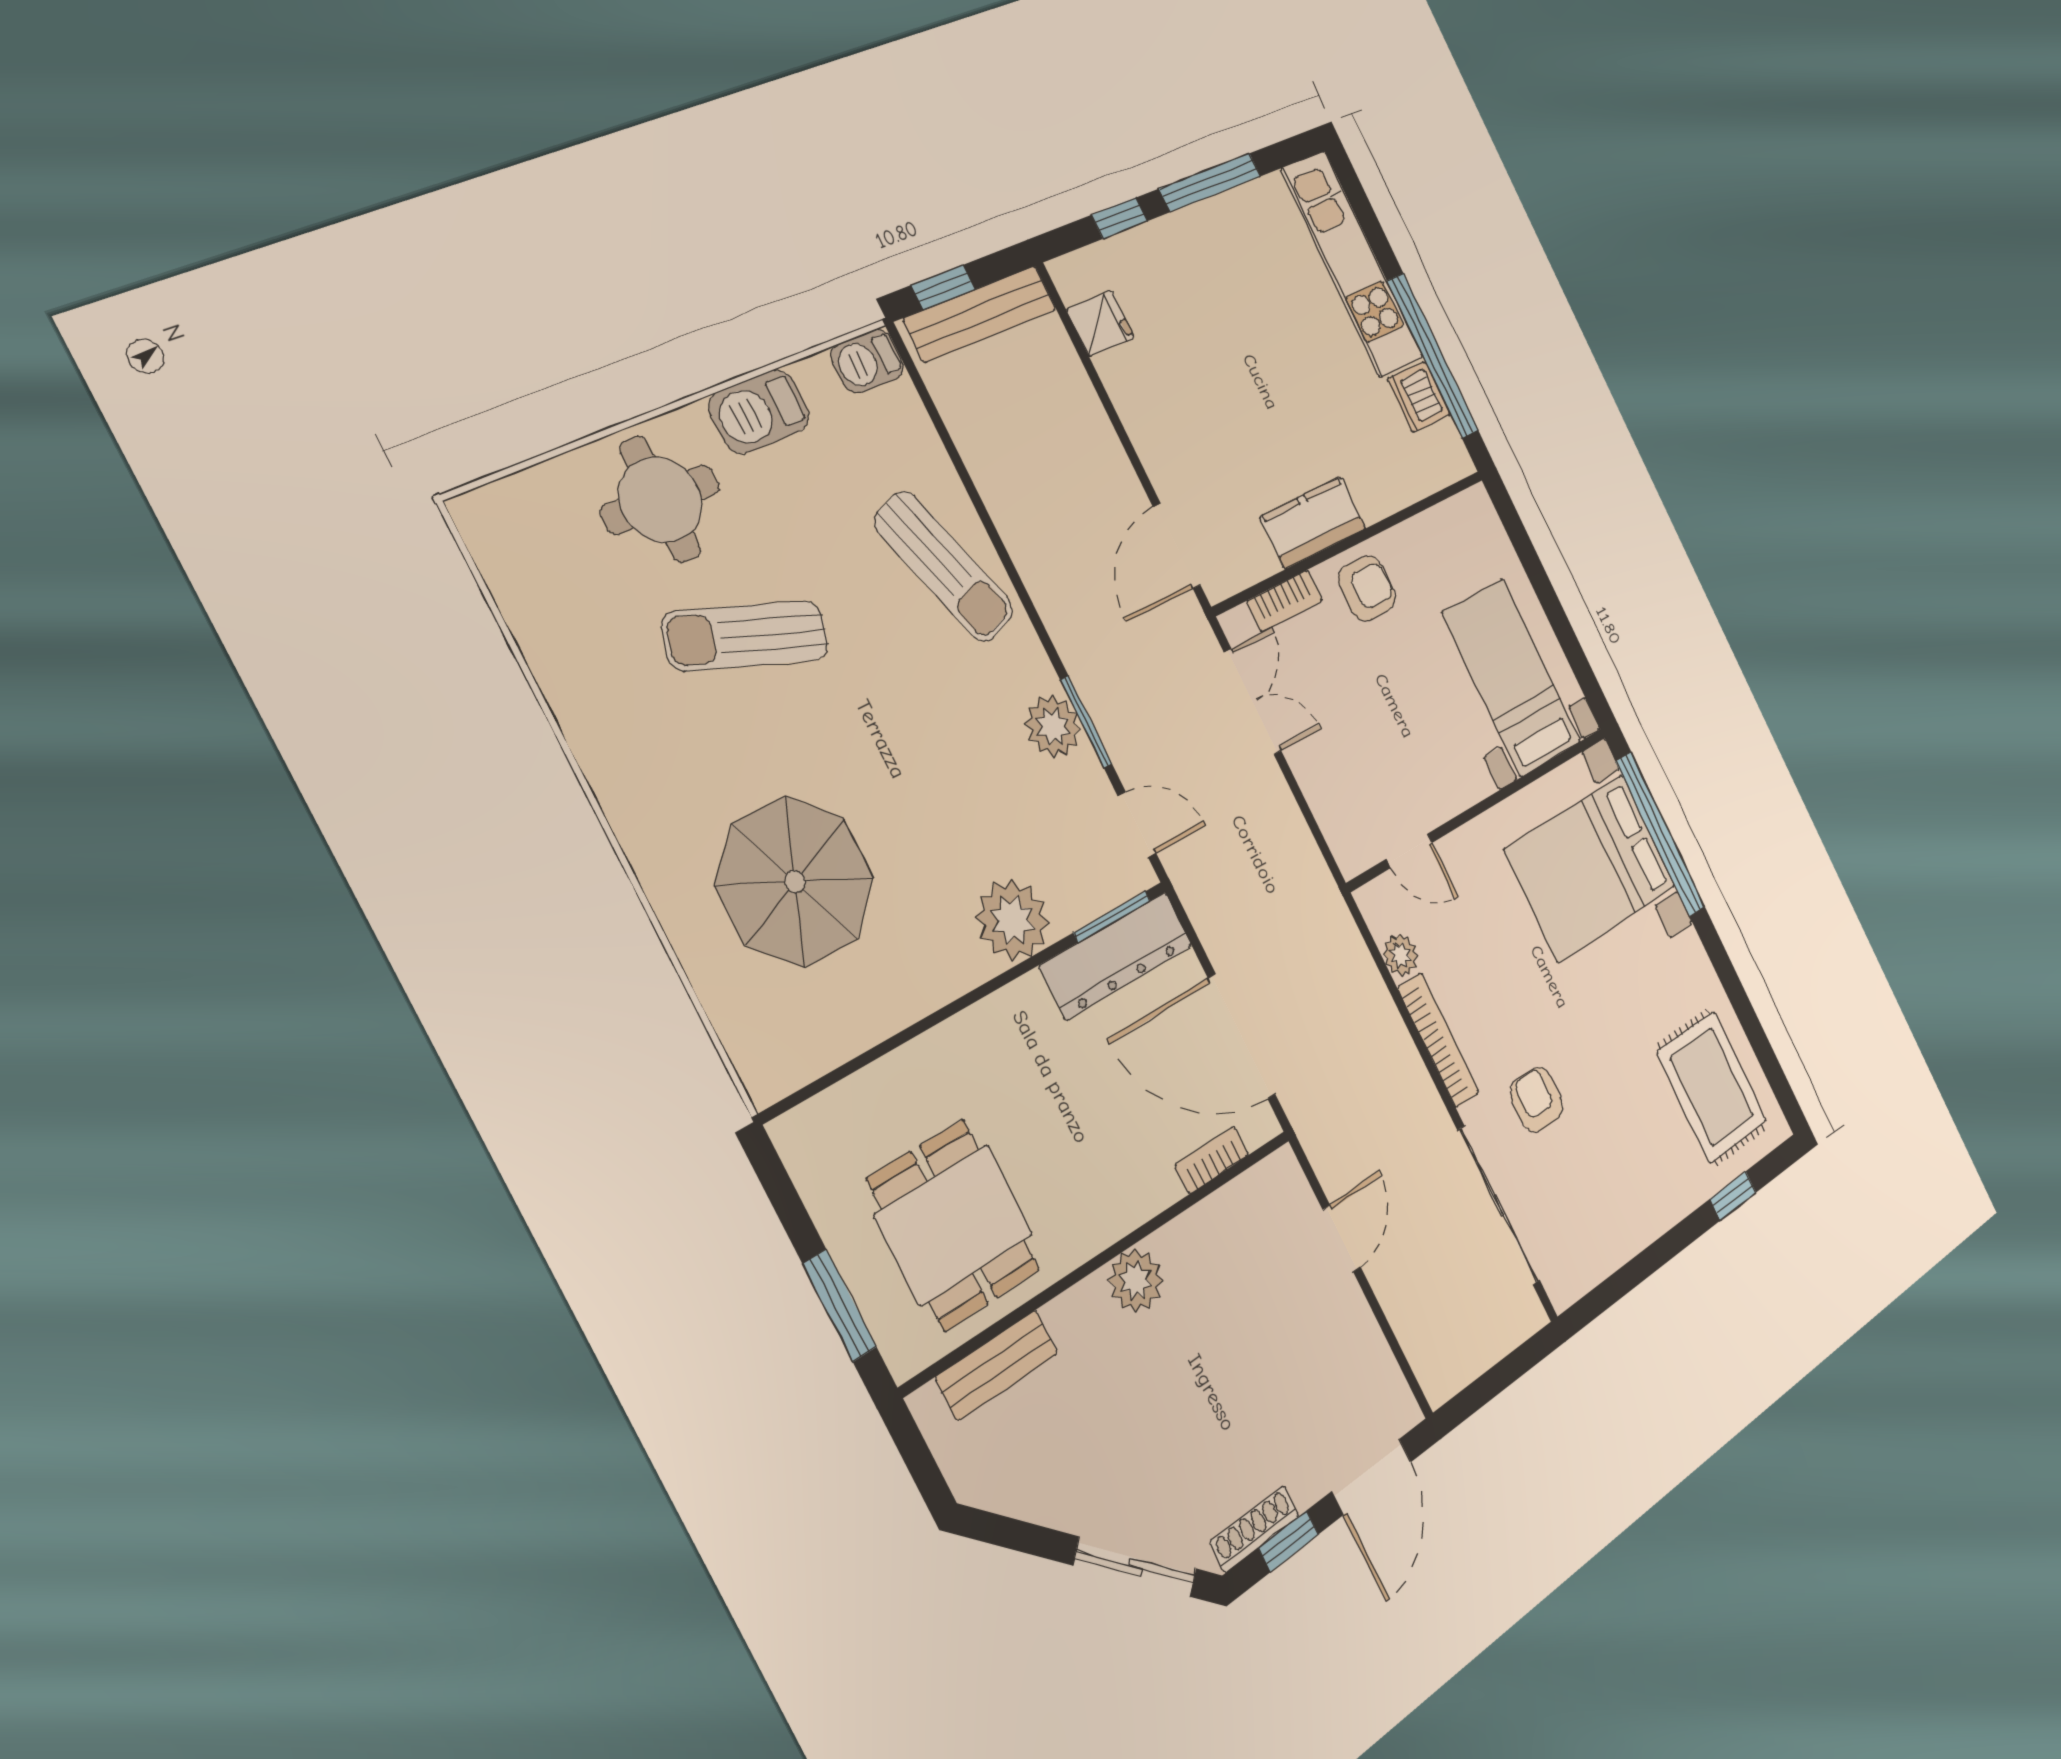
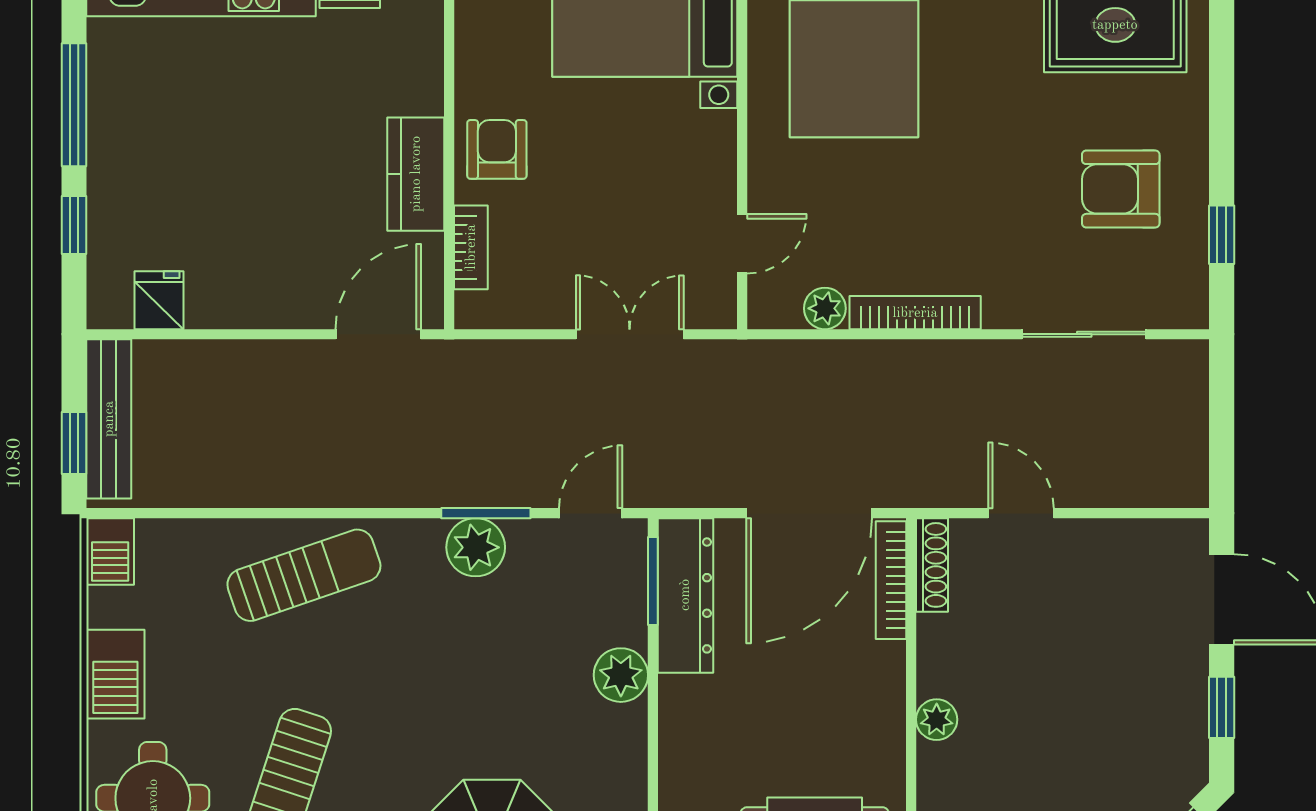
door: (1177, 546) -> (378, 334), swing flipped
double door: (1253, 702) -> (630, 334), moved
plant: (1013, 920) -> (621, 675), width x0.73, depth x0.73
armchair: (1537, 1100) -> (1121, 189), moved, width x1.38, depth x1.38
bookcase: (1212, 1160) -> (891, 580), width x1.56
window: (1733, 1196) -> (1222, 235), moved
sliding door: (1499, 1206) -> (1084, 334), width x0.73
plant: (1136, 1280) -> (937, 720), width x0.73, depth x0.73
shoe rack: (1255, 1529) -> (932, 565), moved, turned 180

